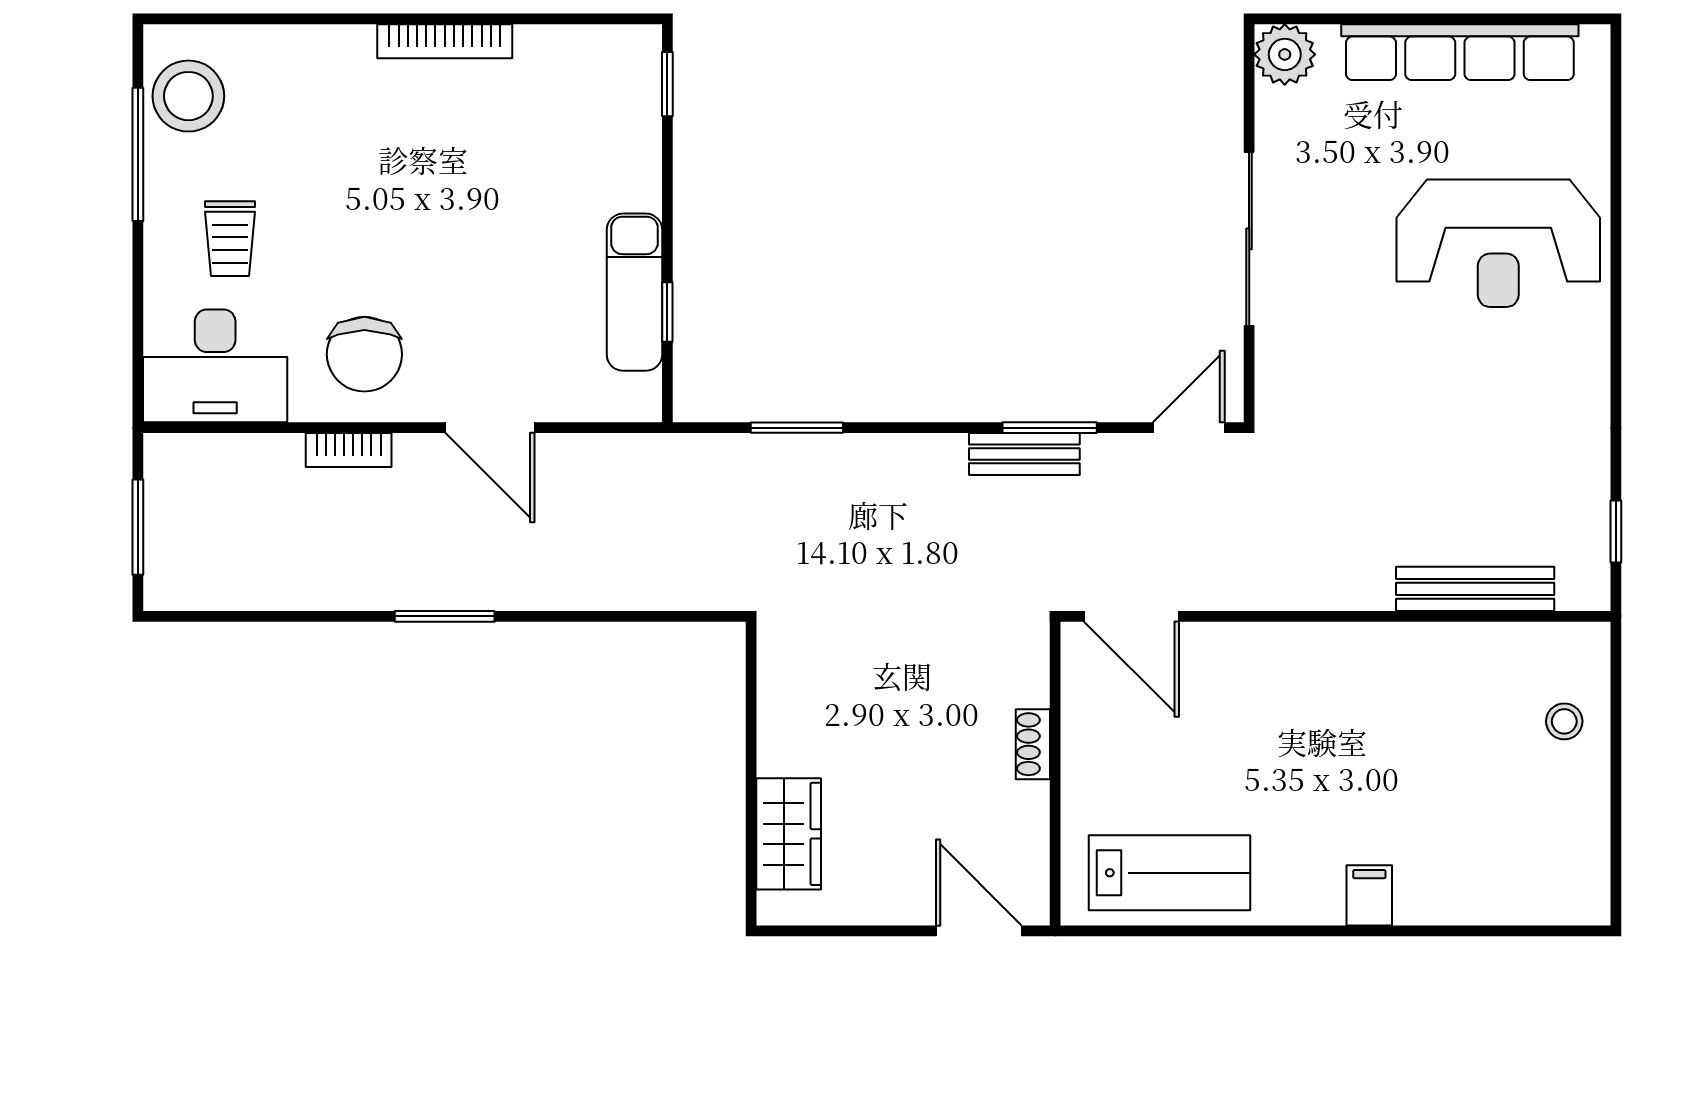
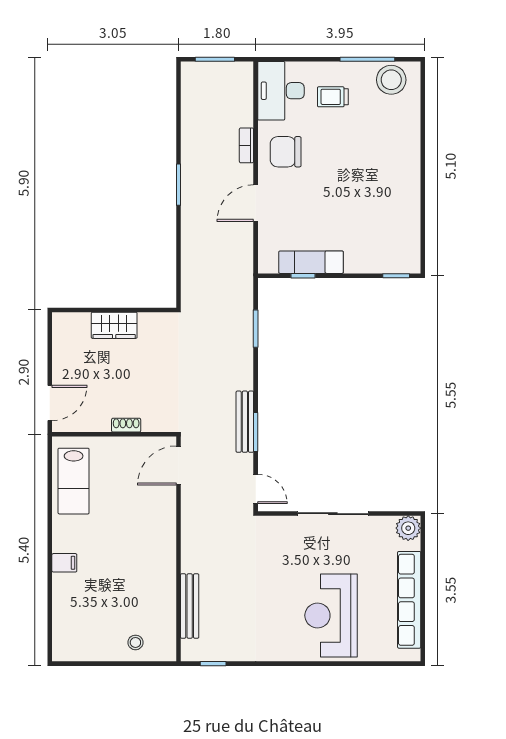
bookcase: (445, 41) -> (414, 185), removed
bench: (1024, 454) -> (245, 422), width x1.36
wardrobe: (789, 834) -> (114, 325), moved

